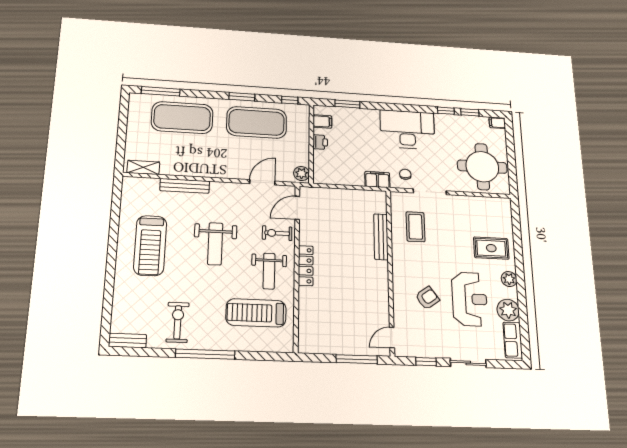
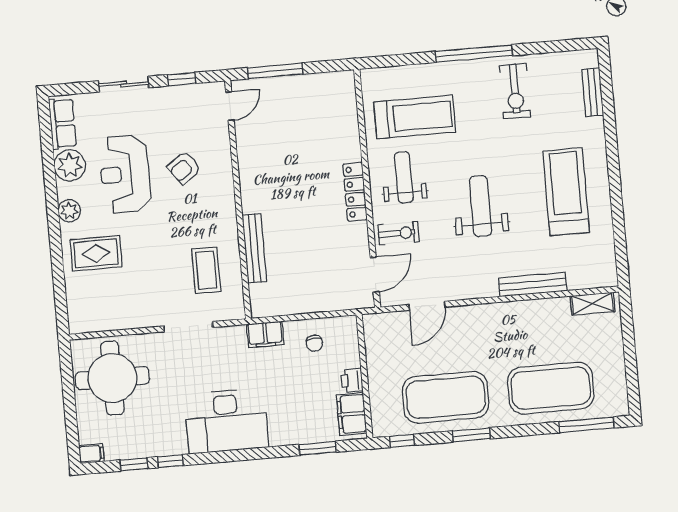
filing cabinet: (322, 121) -> (352, 414), width x2.00
plant: (302, 173) -> (374, 327), removed
chair: (405, 174) -> (314, 343), moved
bench: (128, 341) -> (593, 92), moved, turned 90

